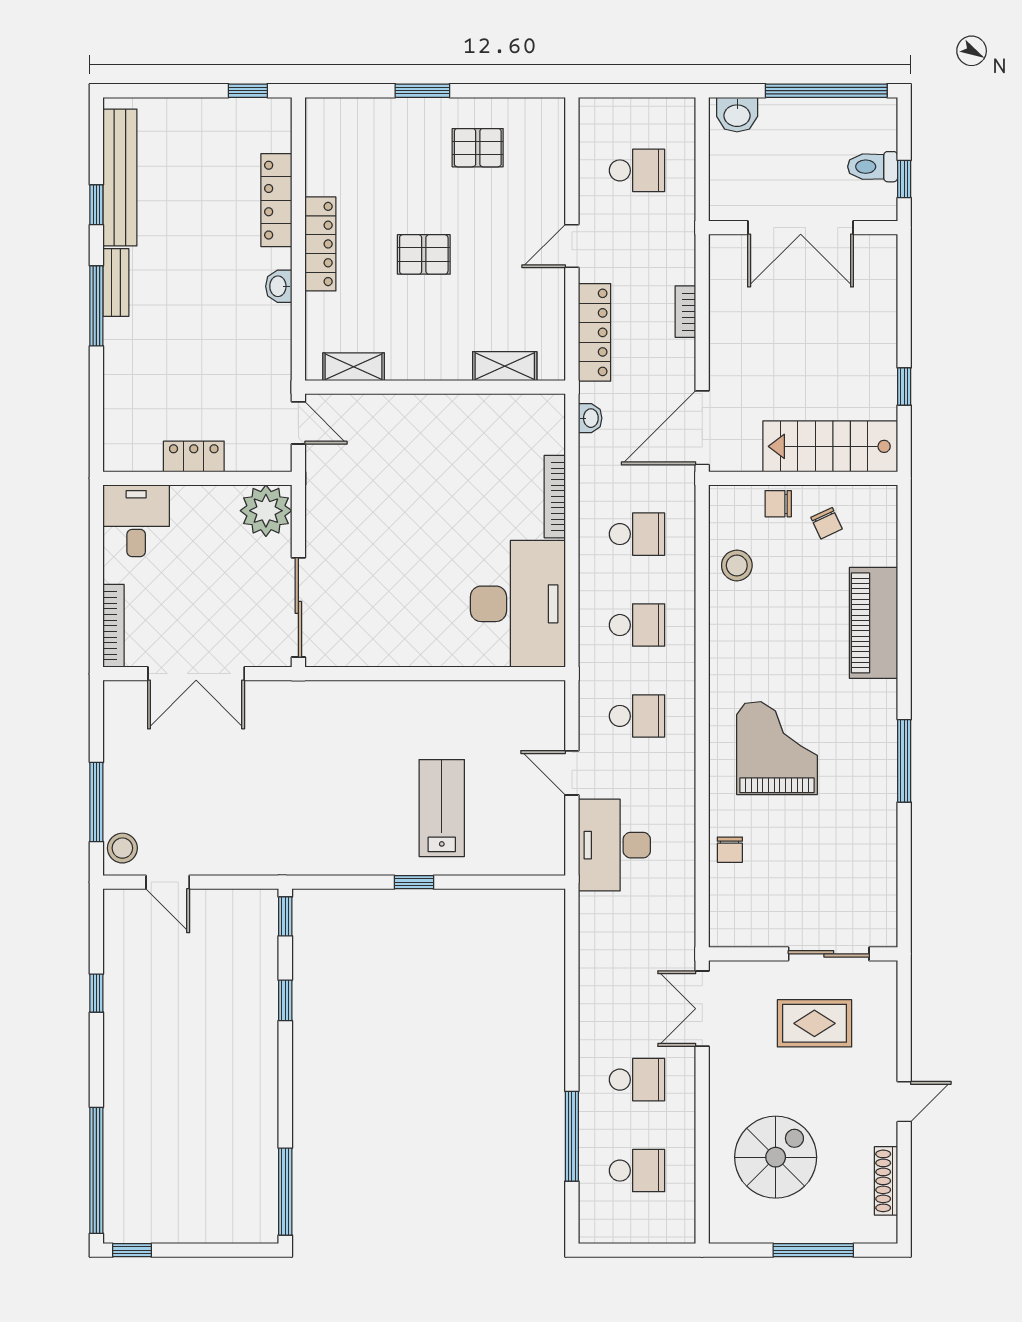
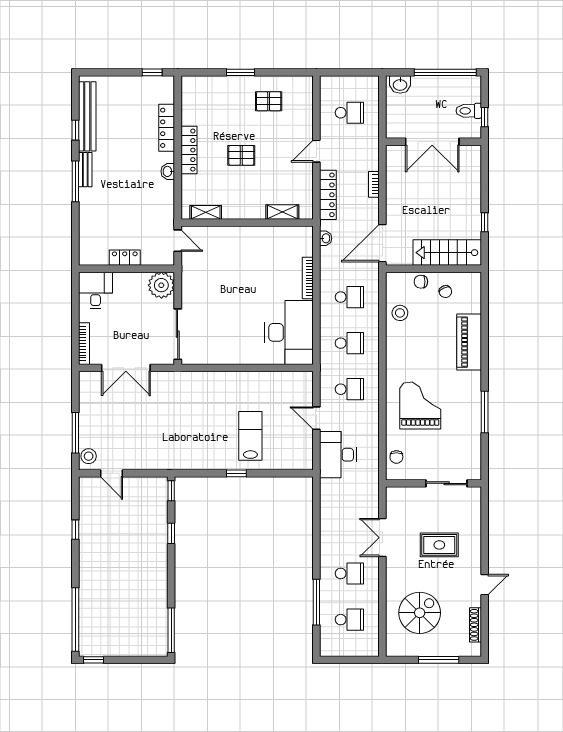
wall: (803, 954) -> (434, 483), moved
sliding door: (829, 954) -> (447, 483), moved

